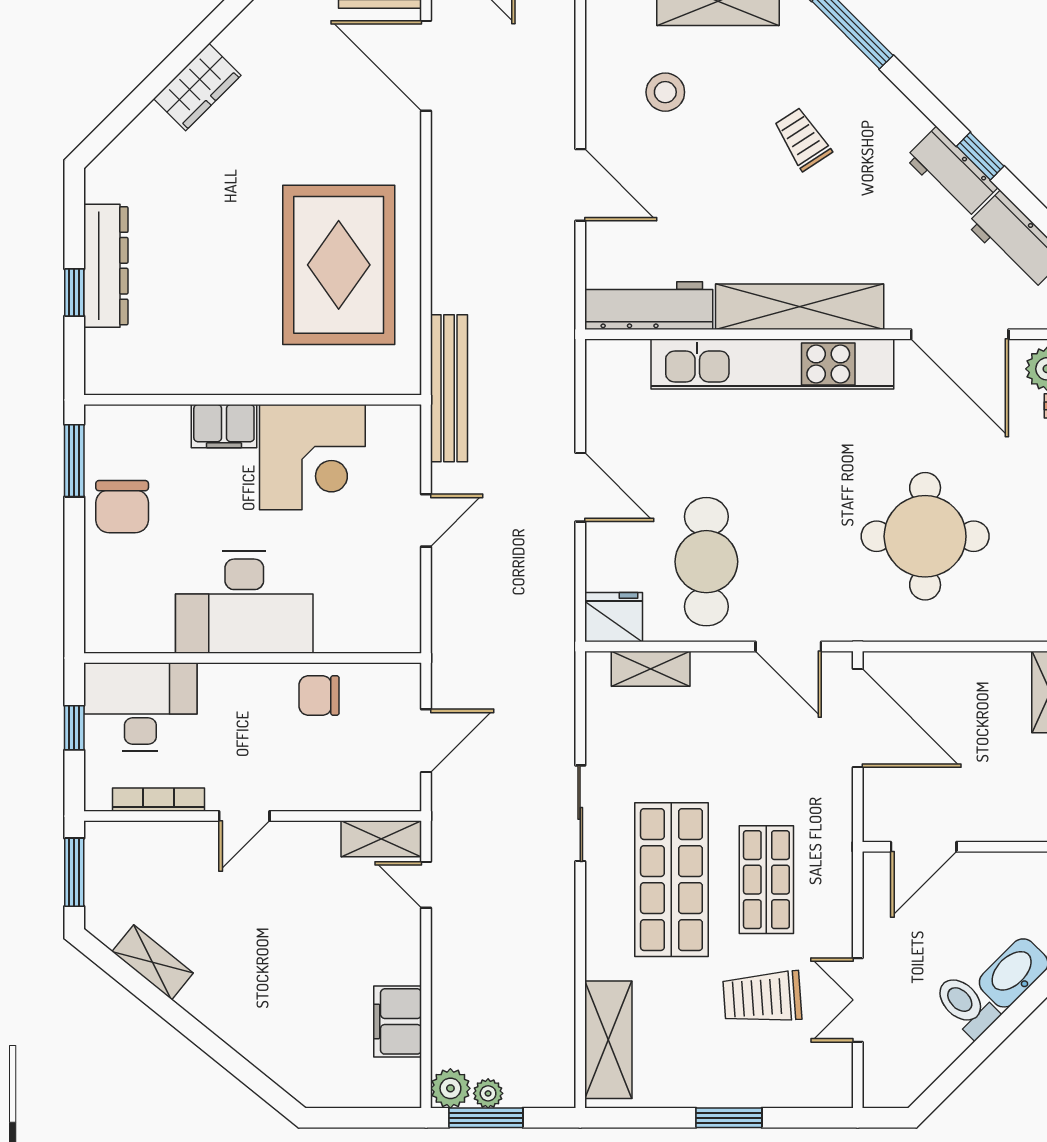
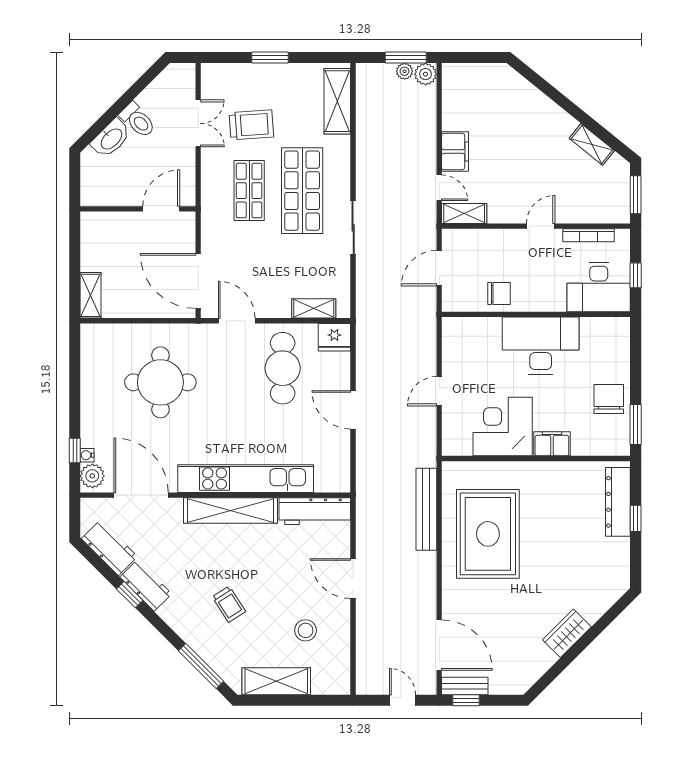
dresser: (106, 266) -> (618, 502), moved
bench: (449, 388) -> (426, 509), moved
filing cabinet: (398, 1021) -> (455, 152), moved

